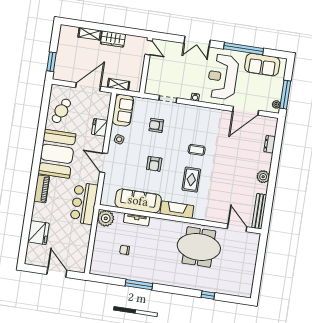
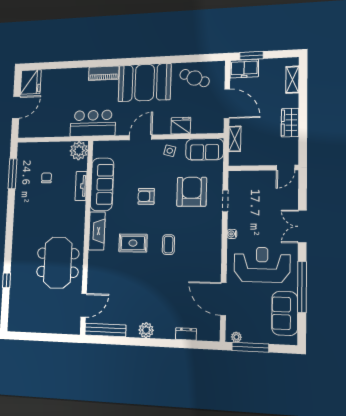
shelving: (90, 34) -> (292, 80), moved
freezer: (61, 69) -> (244, 69), added
armchair: (156, 125) -> (192, 192), width x1.88, depth x1.88
fridge: (38, 233) -> (31, 82), moved, turned -90
window: (139, 285) -> (12, 174), moved

